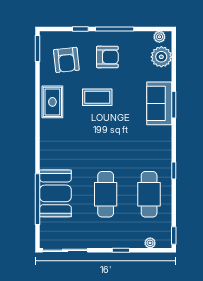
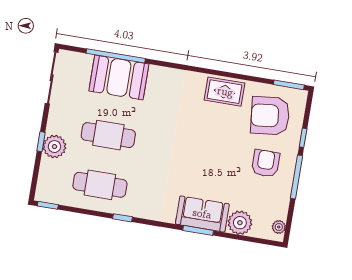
armchair: (107, 57) -> (266, 163), turned 180
plant: (161, 57) -> (240, 223), moved
armchair: (66, 60) -> (270, 116), width x1.36, depth x1.36
coffee table: (97, 97) -> (221, 144), removed
plant: (150, 243) -> (54, 147), moved, width x1.88, depth x1.88

